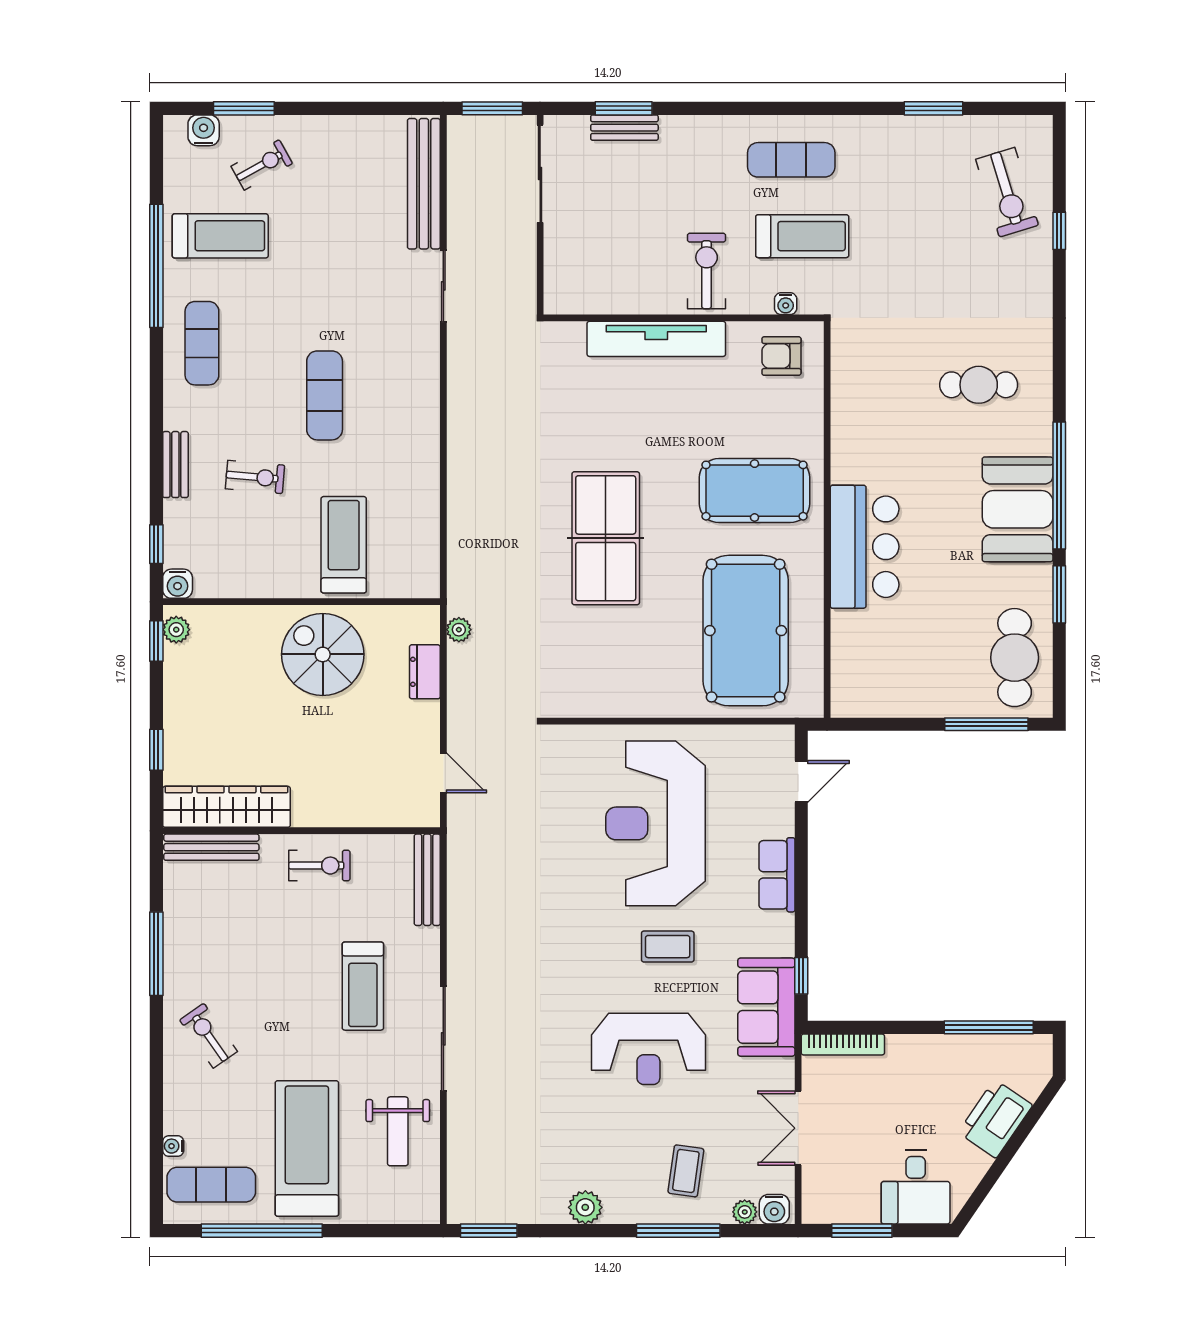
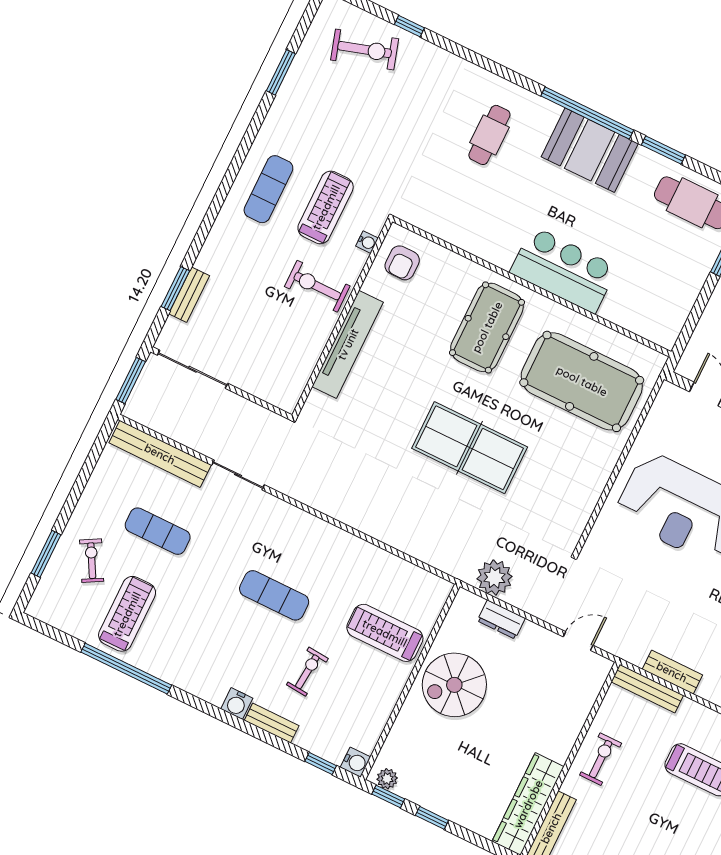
water cooler: (204, 130) -> (237, 704), moved, turned -90
exercise mat: (202, 343) -> (158, 531), moved
plant: (459, 630) -> (495, 578), width x1.88, depth x1.88
window: (156, 750) -> (432, 818), moved
bench: (460, 899) -> (672, 672), added

